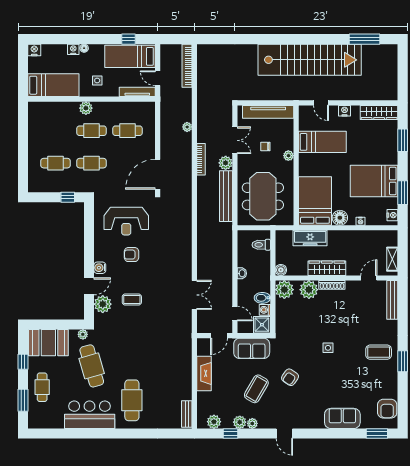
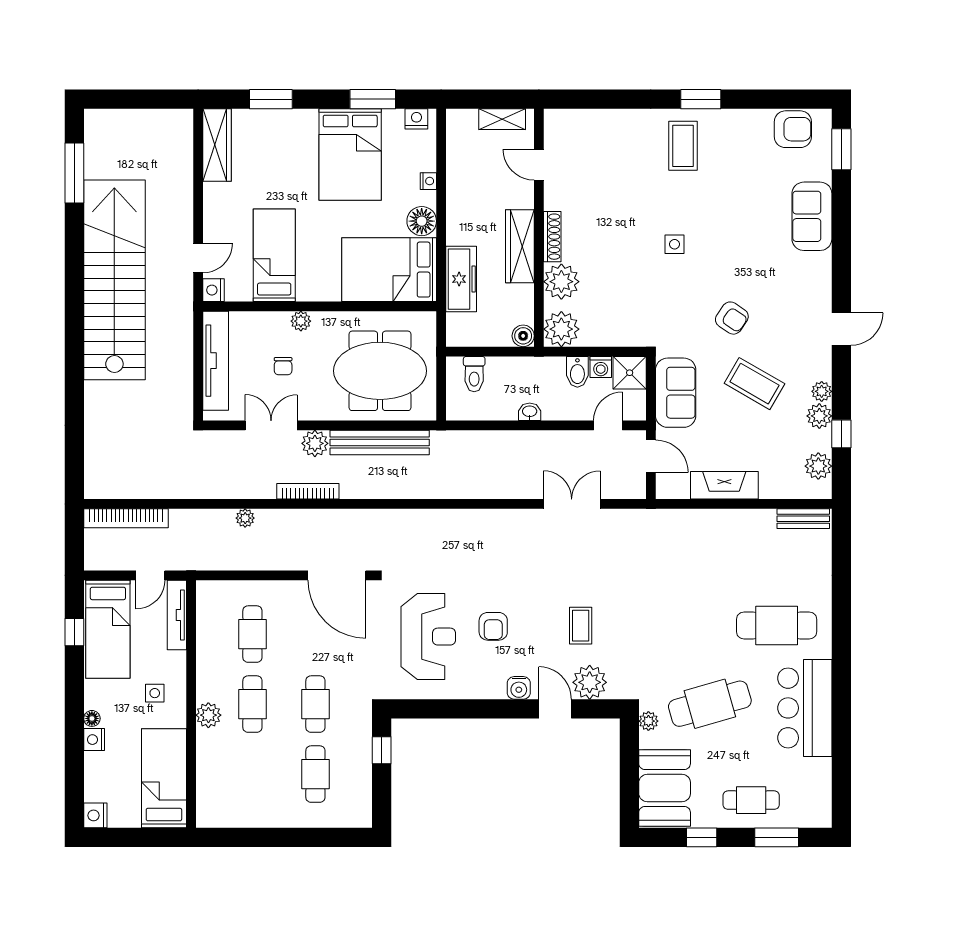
nightstand: (345, 111) -> (214, 290), moved
bench: (392, 300) -> (581, 119), removed

